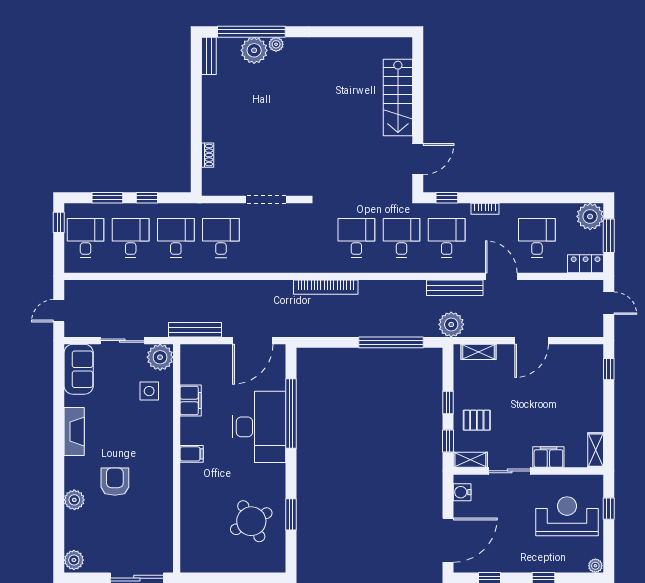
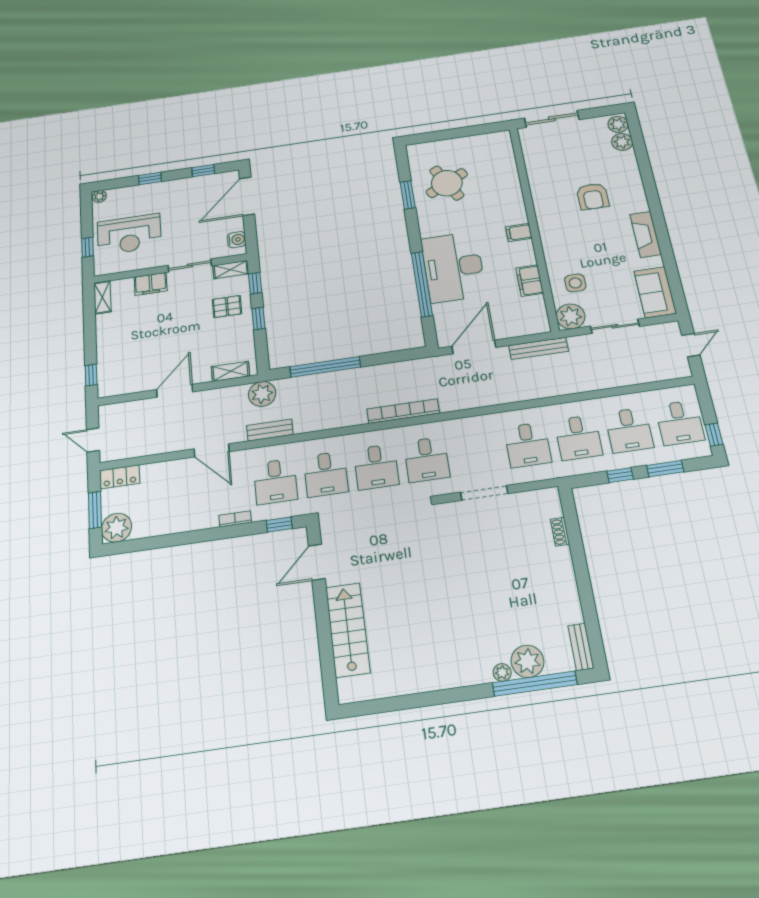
desk: (537, 238) -> (427, 459), moved
bench: (455, 288) -> (270, 430), width x0.73
plant: (74, 500) -> (622, 142), moved

